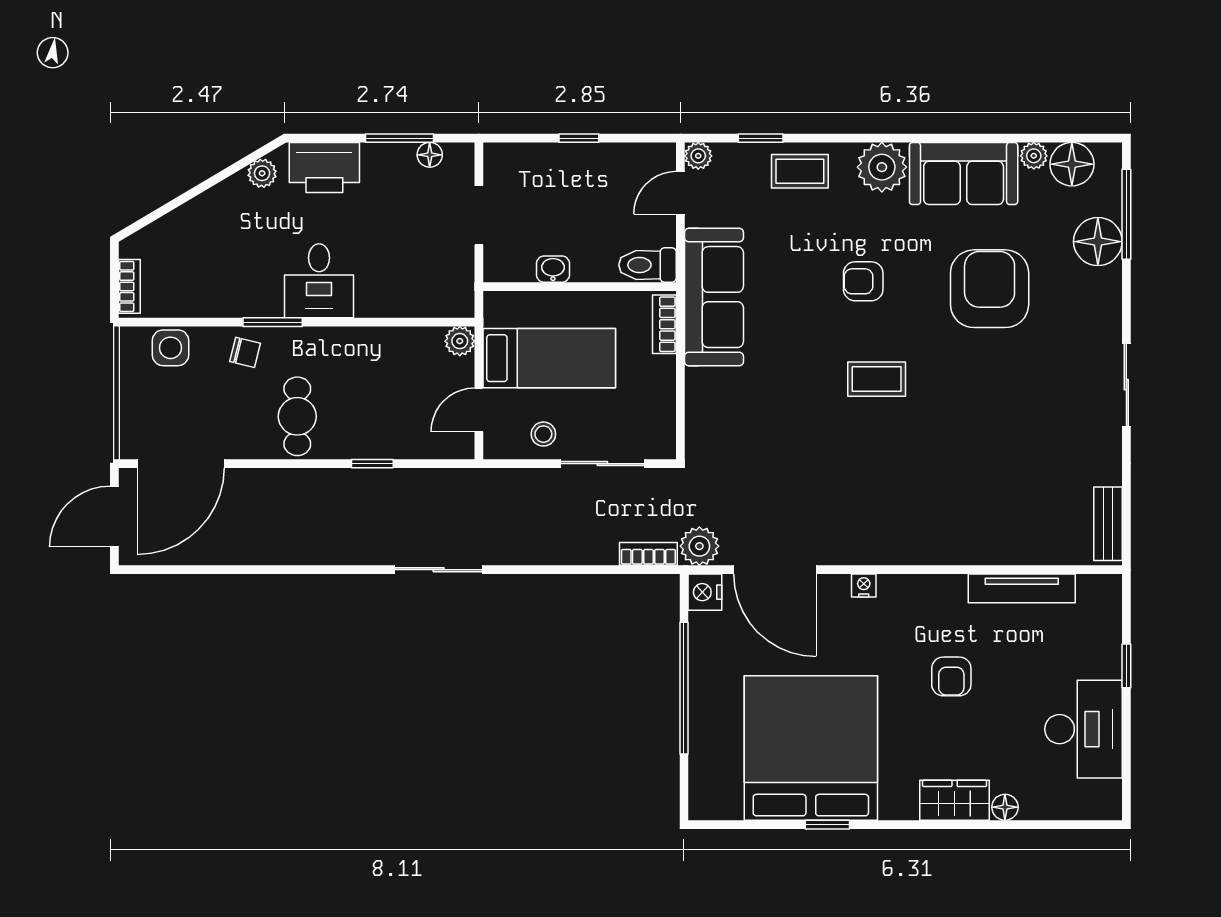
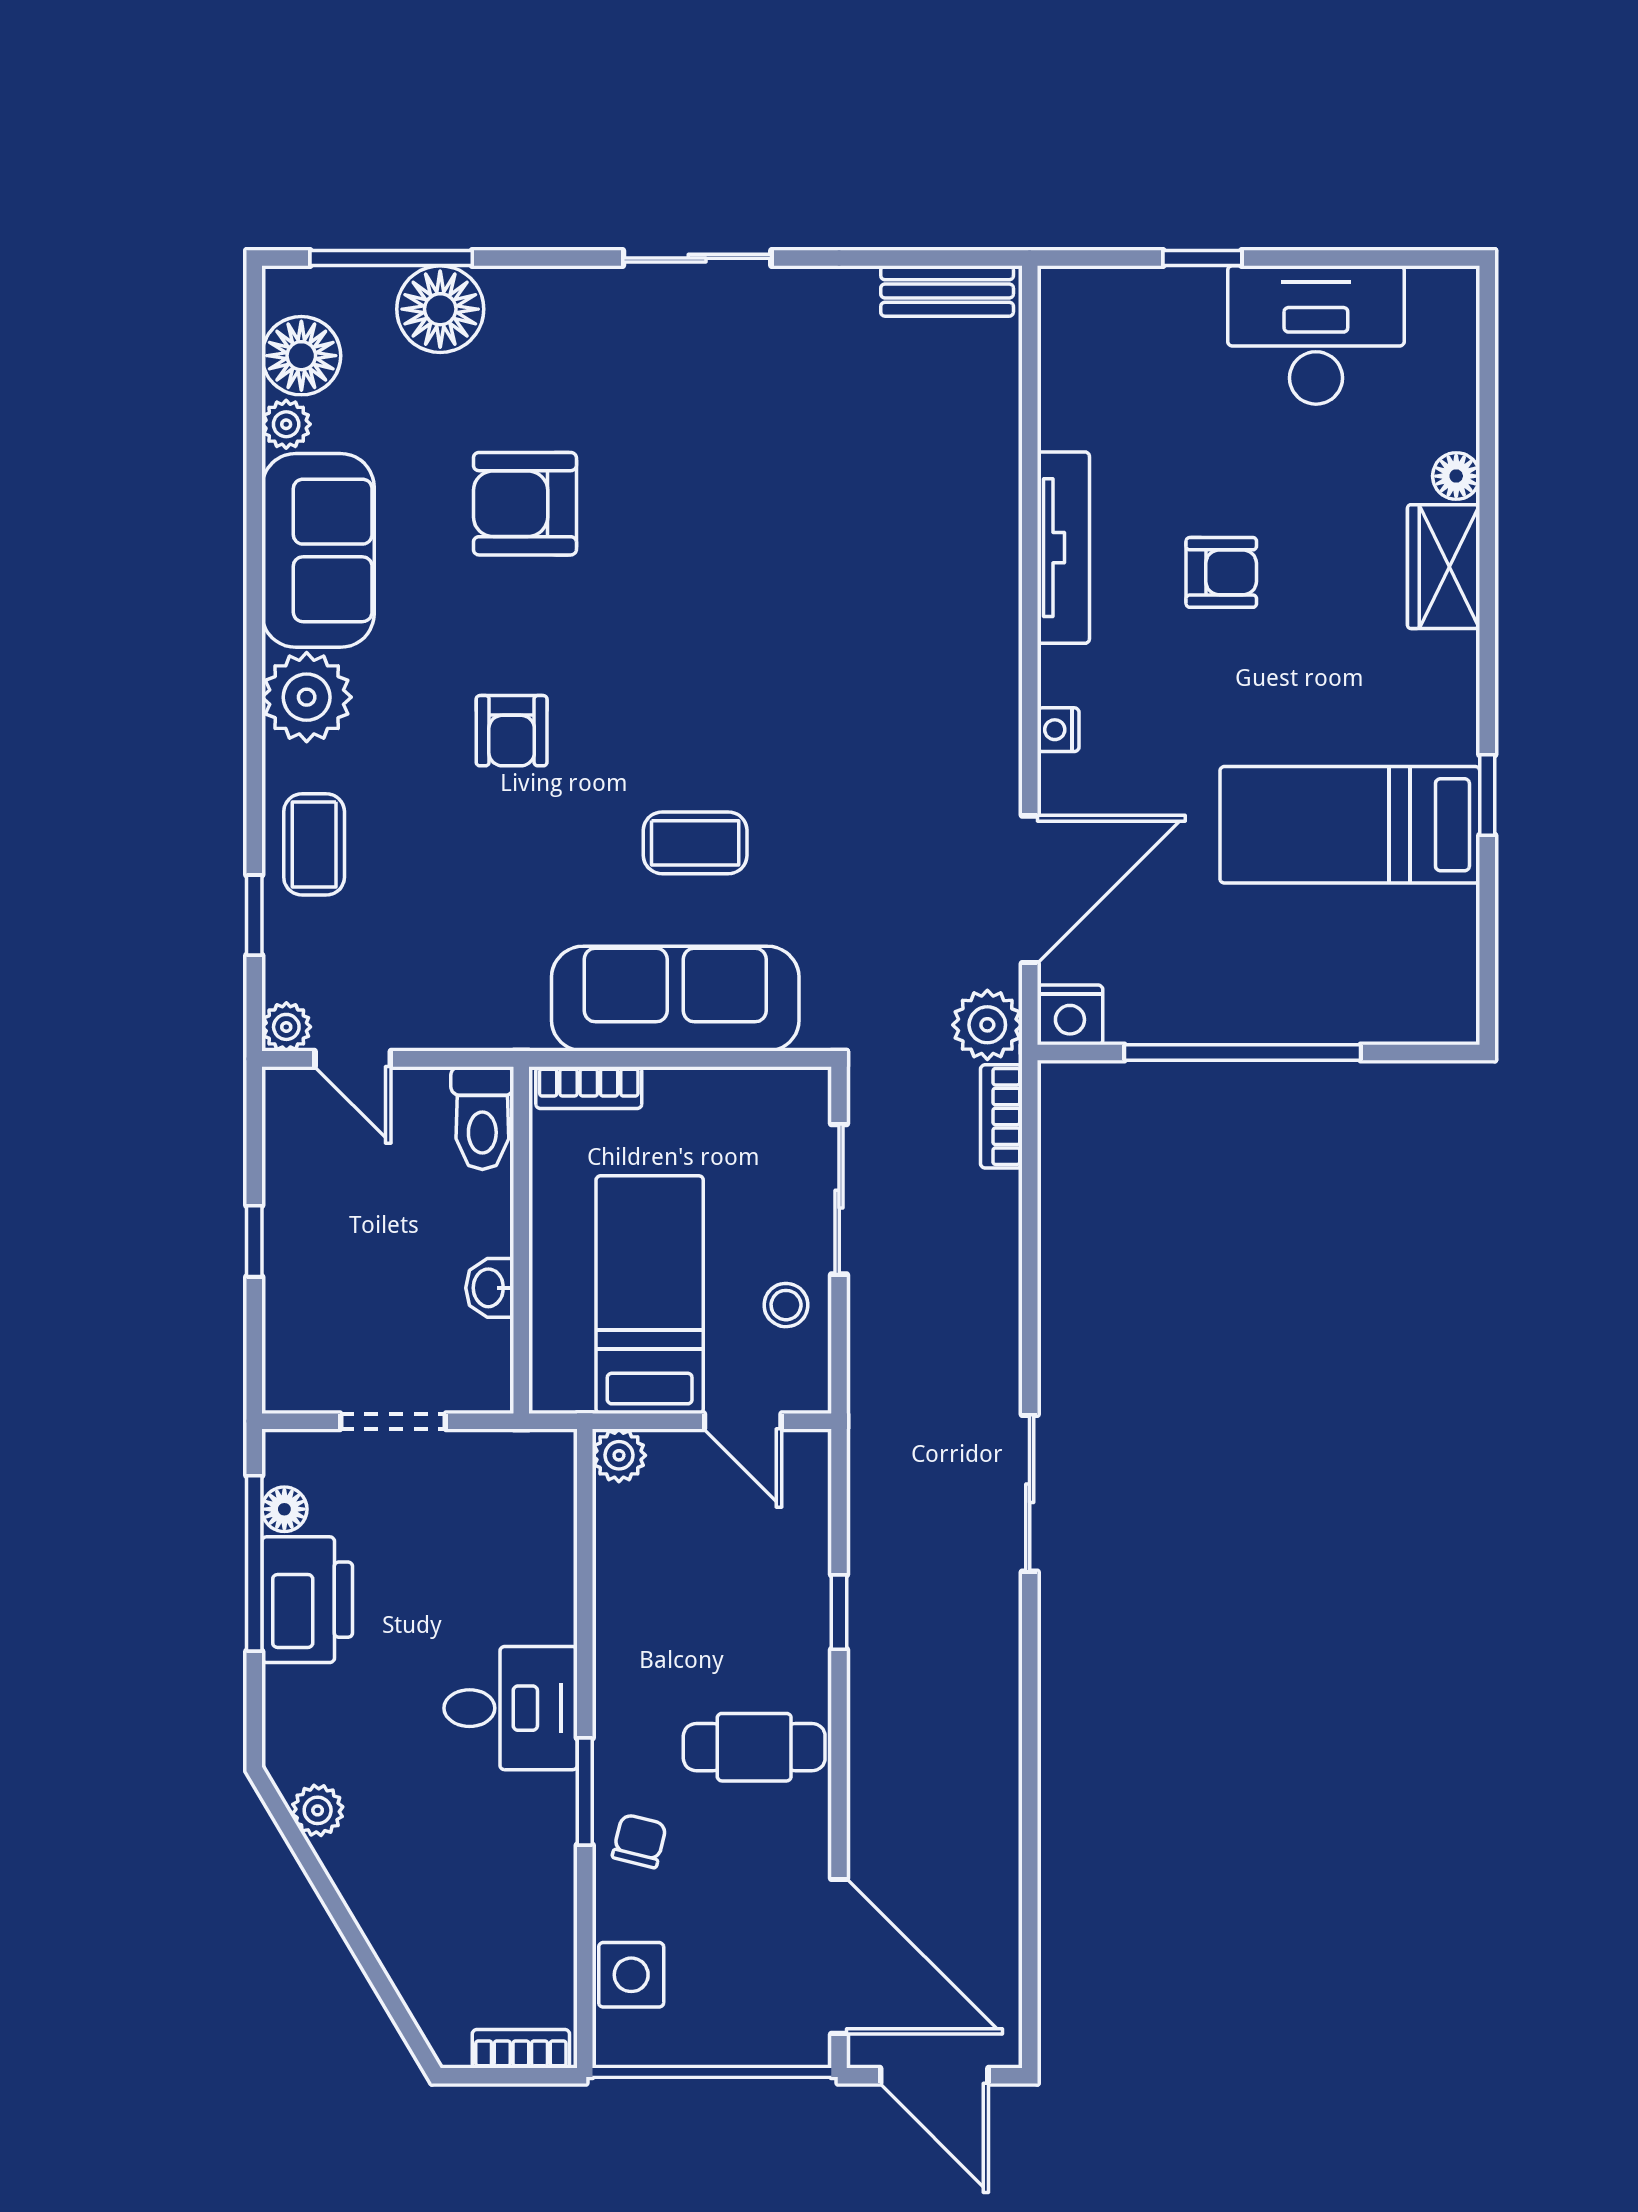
window: (400, 138) -> (254, 1563), width x1.44
printer: (324, 167) -> (307, 1600), moved
armchair: (990, 289) -> (525, 504), width x0.73, depth x0.73
sofa: (714, 297) -> (675, 999), moved
coffee table: (877, 379) -> (695, 843), moved, turned 90
tv unit: (1022, 588) -> (1063, 548), moved
bed: (811, 748) -> (1350, 825), width x0.49

